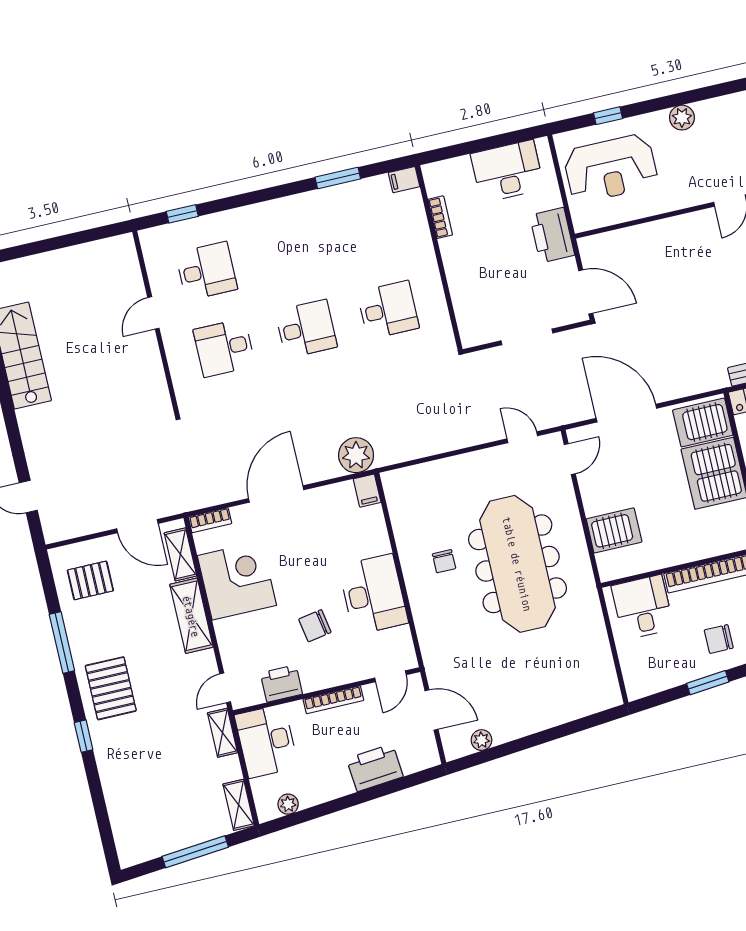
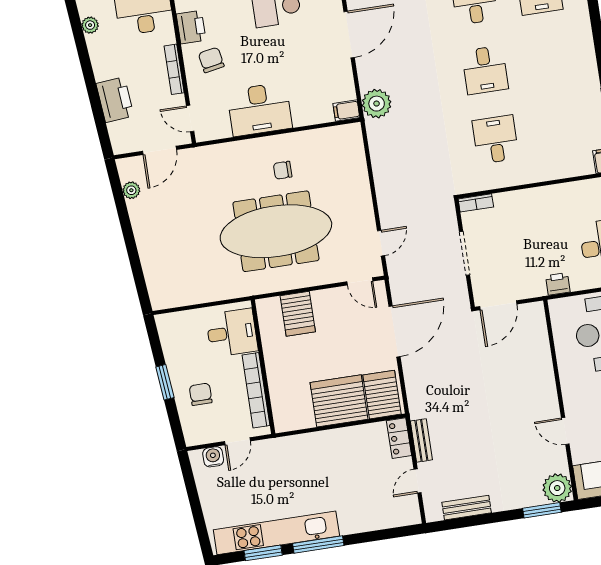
bookcase: (440, 217) -> (476, 203), moved
printer: (552, 235) -> (558, 284), width x0.53, depth x0.68
desk: (388, 310) -> (496, 139), turned 180
door: (276, 494) -> (349, 35), hinge flipped
chair: (315, 626) -> (211, 60), moved

